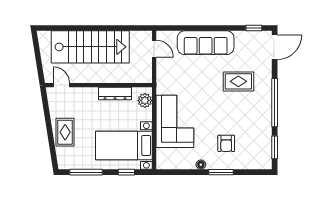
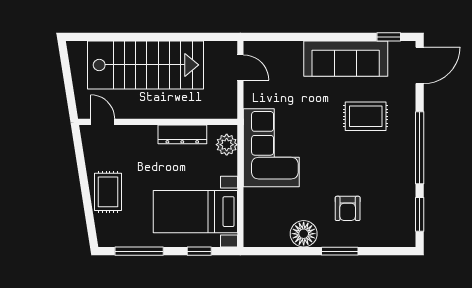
sofa: (206, 43) -> (346, 59), moved
corner sofa: (175, 121) -> (271, 148), moved
floor lamp: (201, 165) -> (304, 234), width x1.89, depth x1.89

